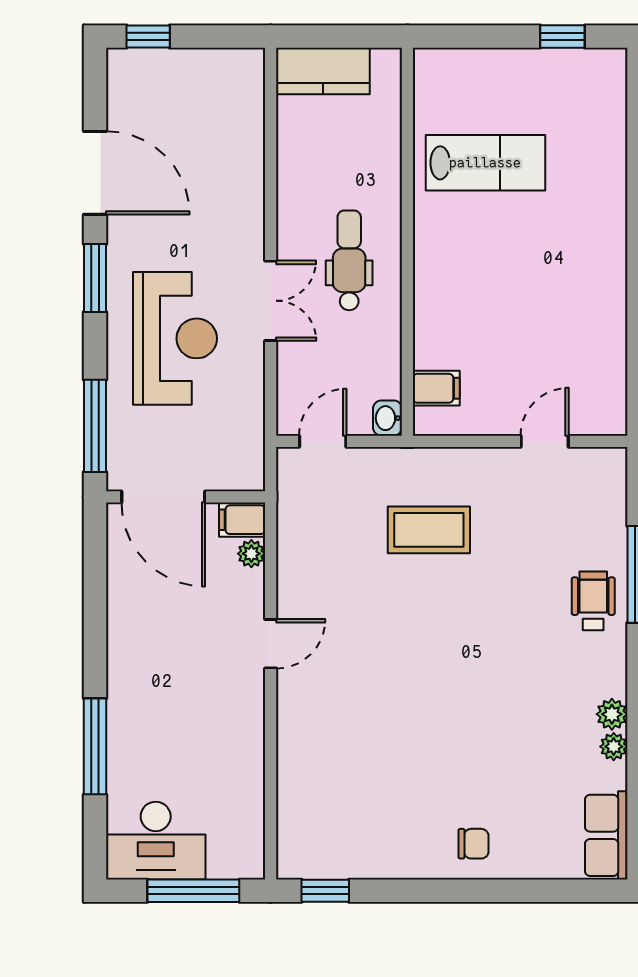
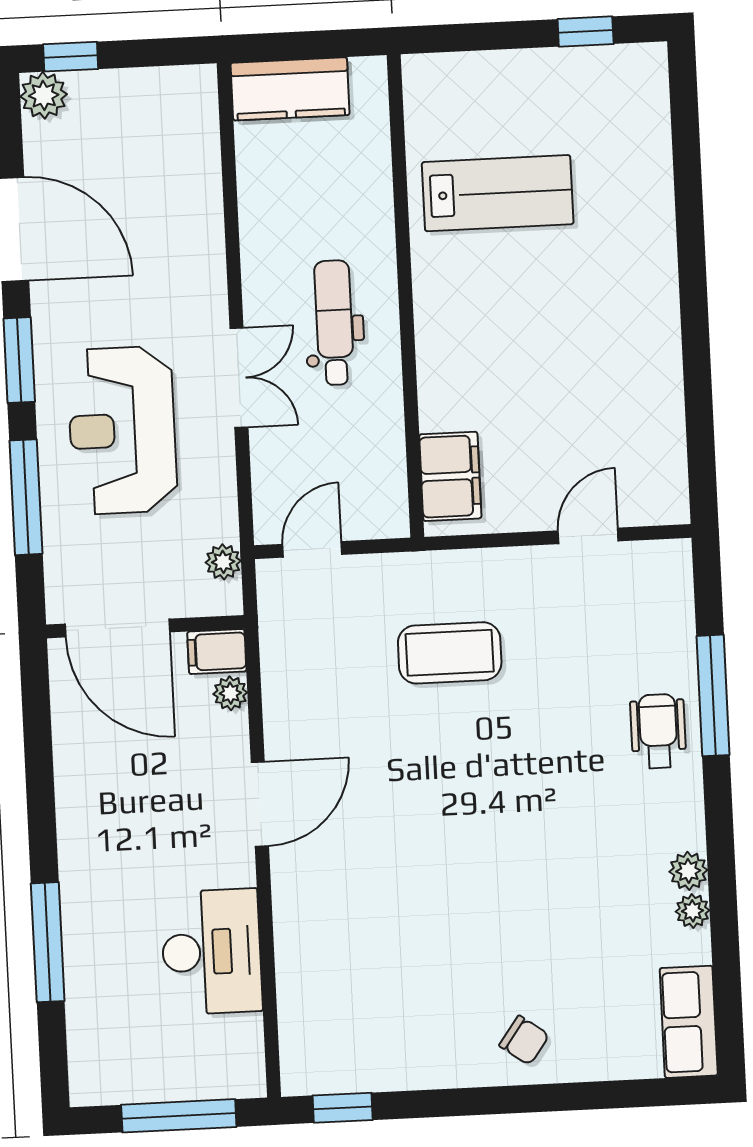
plant: (125, 67) -> (44, 95), added
reception desk: (175, 338) -> (122, 430), turned 180
filing cabinet: (436, 388) -> (450, 476), width x2.00
washbasin: (387, 418) -> (391, 516), removed
window: (95, 426) -> (26, 497), moved
plant: (251, 448) -> (223, 562), added
door: (271, 644) -> (260, 804), width x1.38
desk: (156, 841) -> (212, 952), moved, turned -90
chair: (473, 844) -> (524, 1040), turned 36

